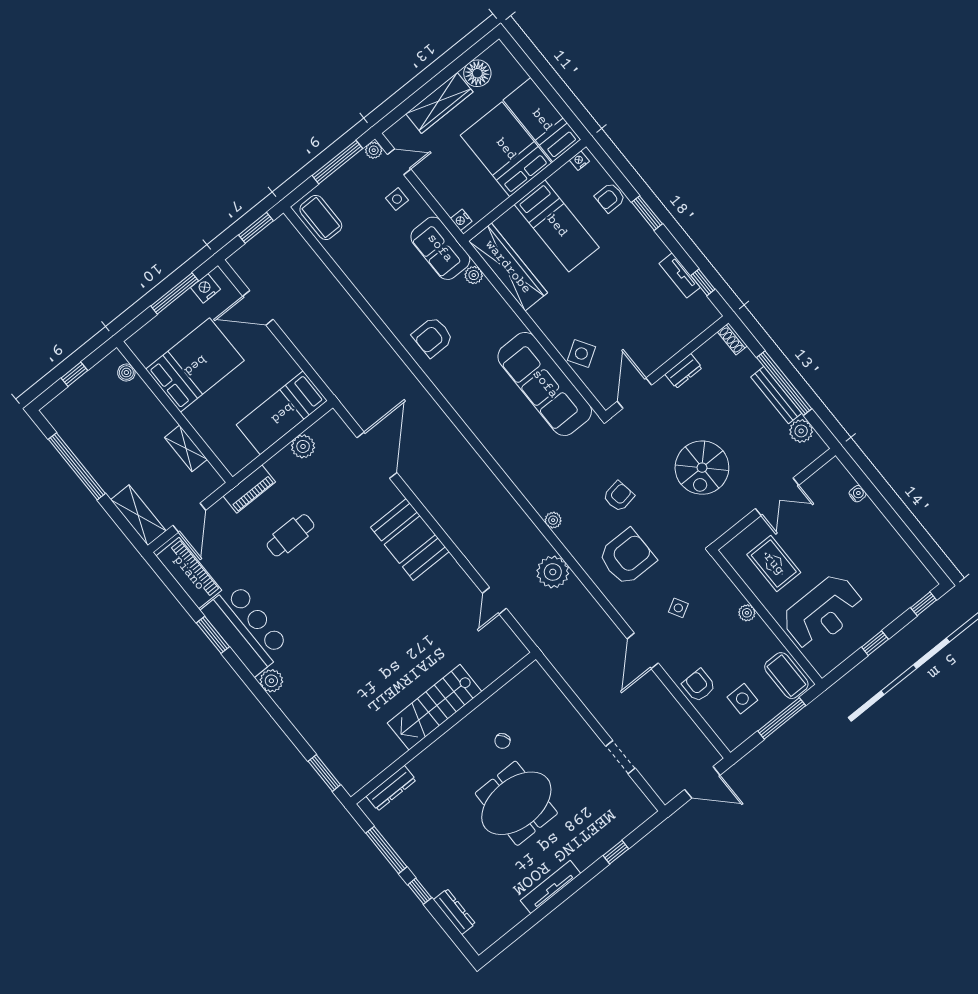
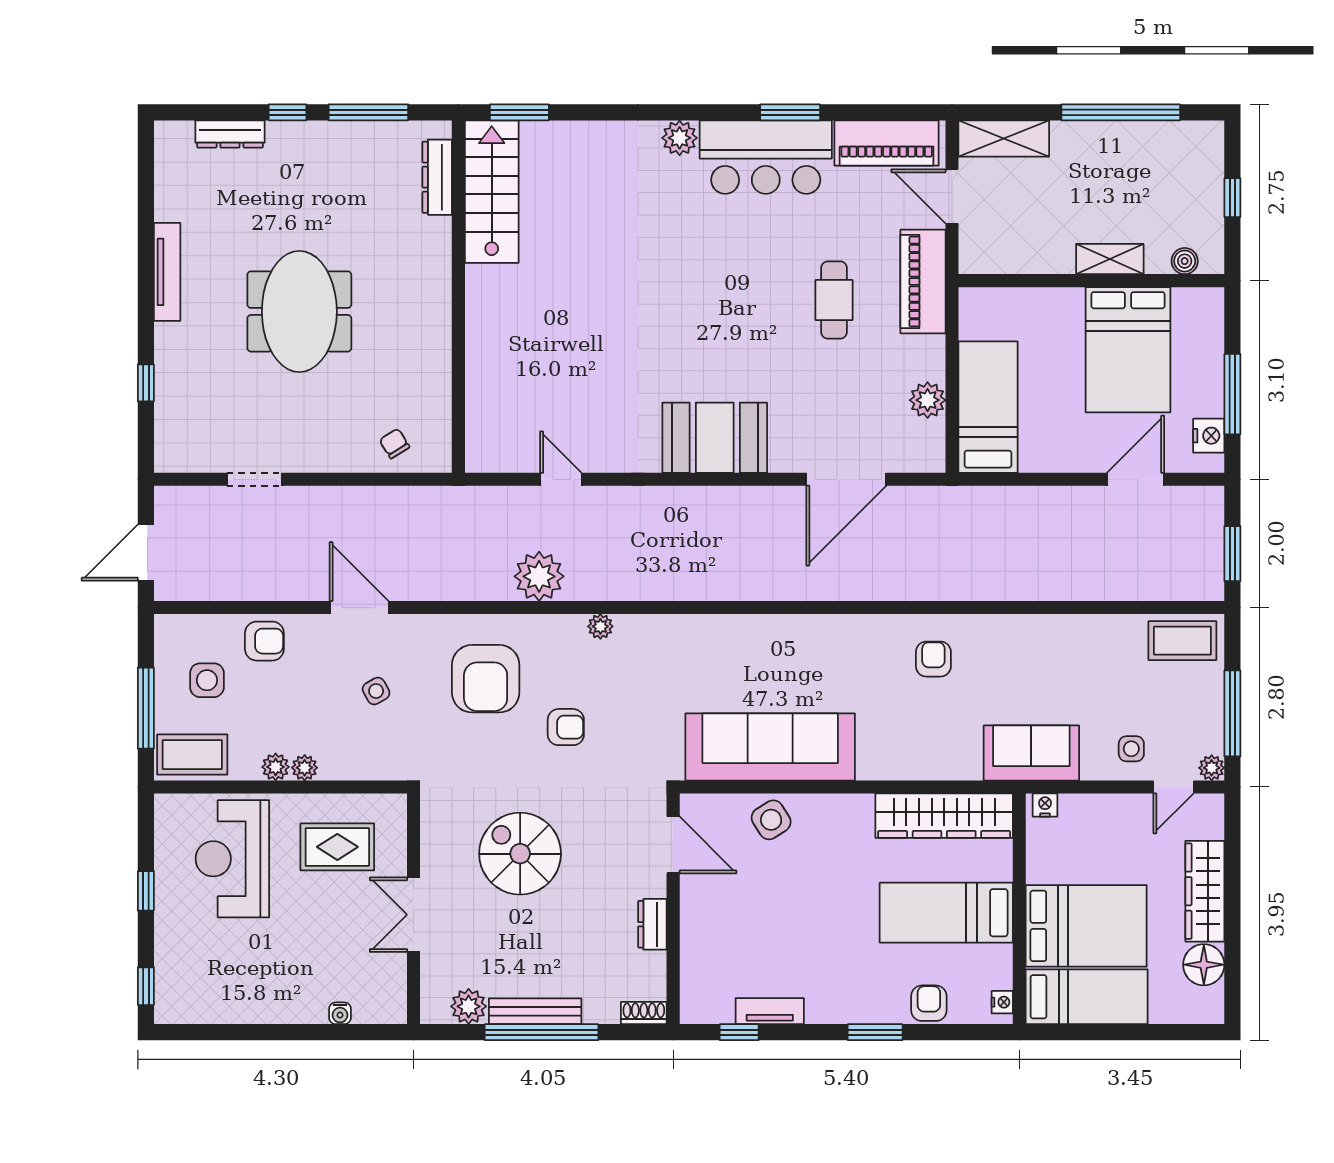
plant: (474, 275) -> (276, 767), moved
armchair: (433, 337) -> (933, 659), width x0.72, depth x0.72
shelving: (186, 448) -> (1110, 259), moved
door: (377, 455) -> (846, 479), hinge flipped
piano: (249, 489) -> (923, 282), width x1.37, depth x1.33
armchair: (619, 496) -> (566, 727), turned -81
stairs: (435, 707) -> (492, 192), moved
chair: (502, 741) -> (394, 444), moved

